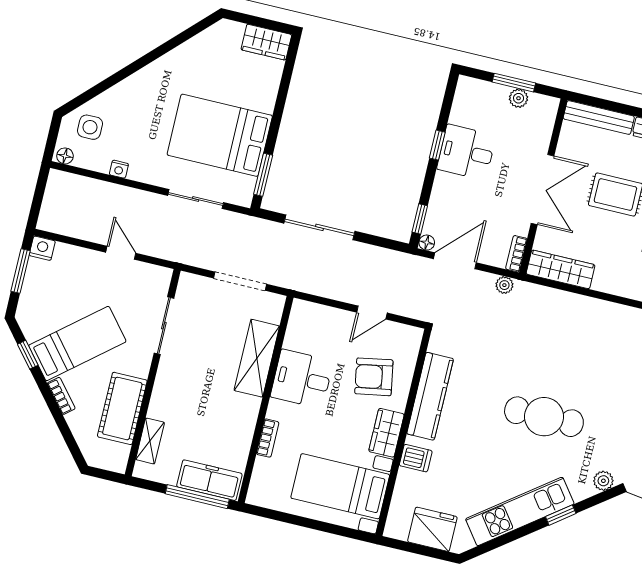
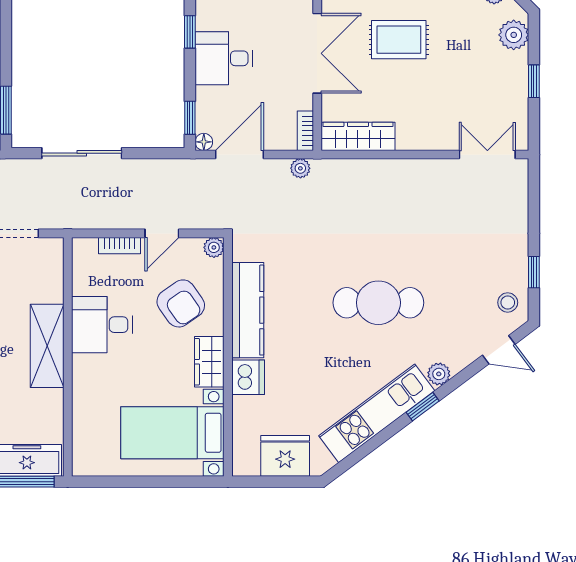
desk: (466, 152) -> (224, 58), moved
plant: (414, 335) -> (214, 247), added
shelving: (257, 358) -> (47, 346), moved
armchair: (374, 377) -> (181, 303), turned -115
bookcase: (268, 438) -> (120, 246), moved, turned 90
dishwasher: (416, 458) -> (248, 377), width x1.38
plant: (603, 481) -> (439, 374), moved

